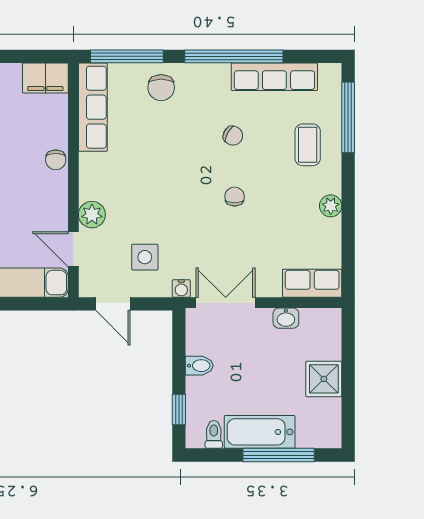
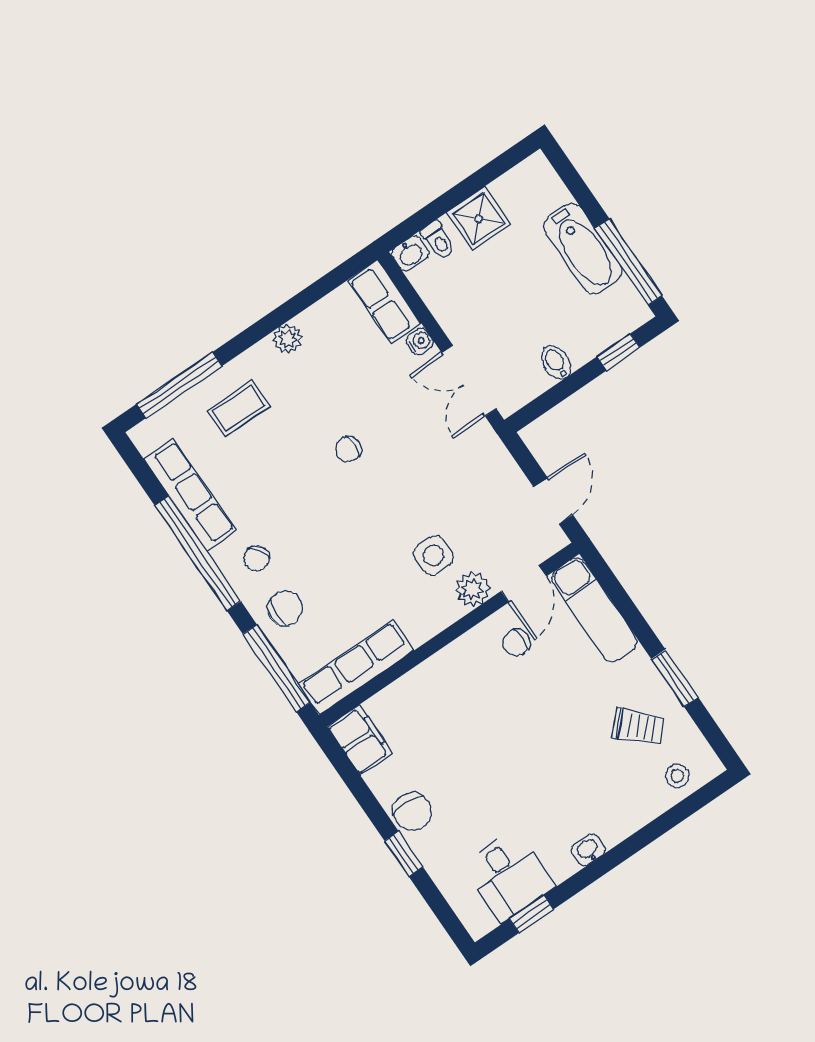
chair: (233, 136) -> (257, 558), moved, turned -151
chair: (56, 160) -> (516, 643), moved, turned 180
side table: (145, 257) -> (433, 555), moved
water cooler: (181, 288) -> (420, 341), moved
washbasin: (286, 318) -> (410, 253), moved, turned 90
toilet: (214, 434) -> (438, 240), moved, turned -90
window: (279, 455) -> (629, 262), moved

